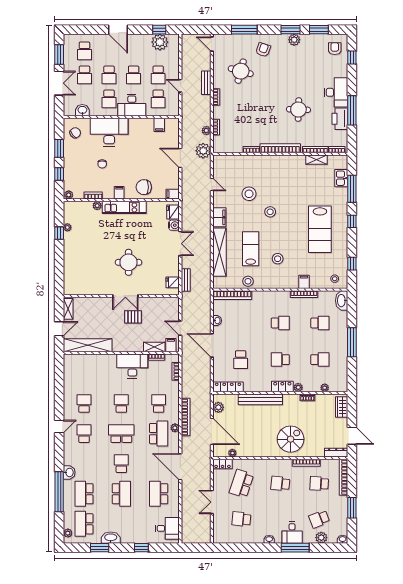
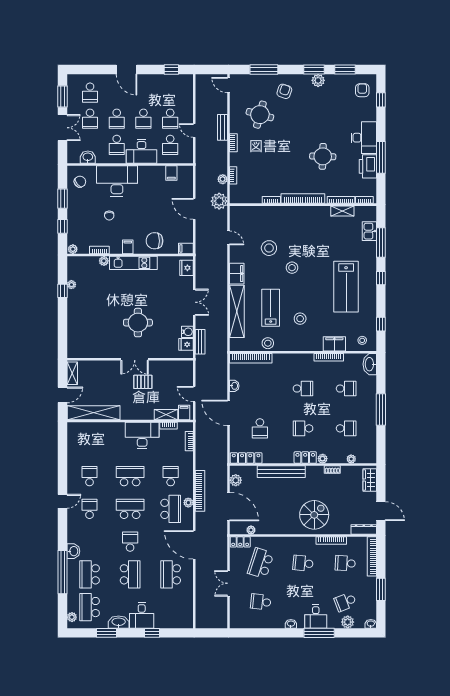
plant: (160, 42) -> (172, 83), removed
water cooler: (174, 225) -> (187, 332), moved
filing cabinet: (304, 282) -> (334, 344), width x2.00
school desk: (121, 404) -> (130, 476), width x1.85
desk: (167, 528) -> (142, 615), moved, turned 90

